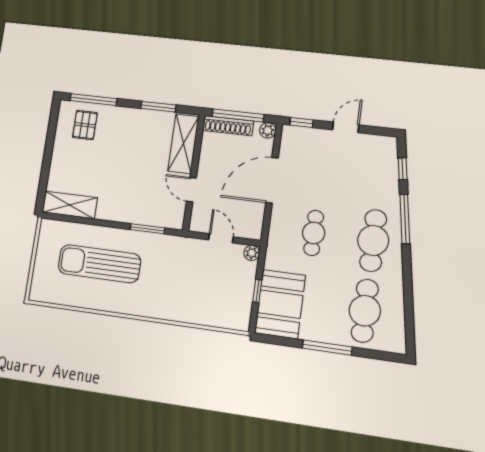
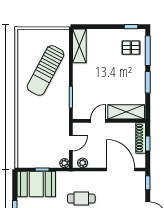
window: (158, 107) -> (148, 82), moved
window: (238, 116) -> (148, 143), width x0.46
window: (53, 121) -> (131, 27), added
plant: (268, 130) -> (83, 163), moved
door: (272, 180) -> (121, 170), moved
sun lounger: (99, 264) -> (46, 71), turned -152

